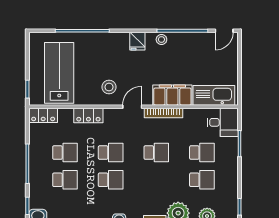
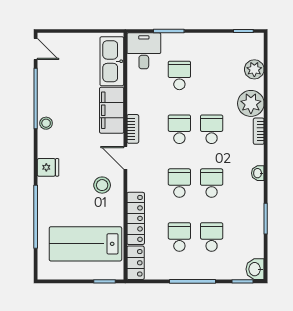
fridge: (137, 41) -> (48, 167), moved
bookcase: (163, 113) -> (133, 129), width x0.64
locker: (88, 115) -> (136, 218), width x1.53
school desk: (202, 180) -> (212, 129), moved

